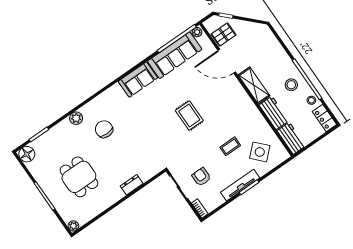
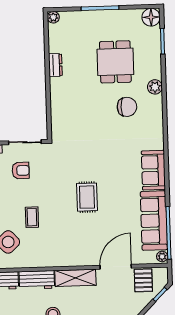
rug: (189, 115) -> (87, 197), turned 90
dining table: (79, 177) -> (115, 62), moved, turned 90
dresser: (132, 185) -> (55, 65), moved

